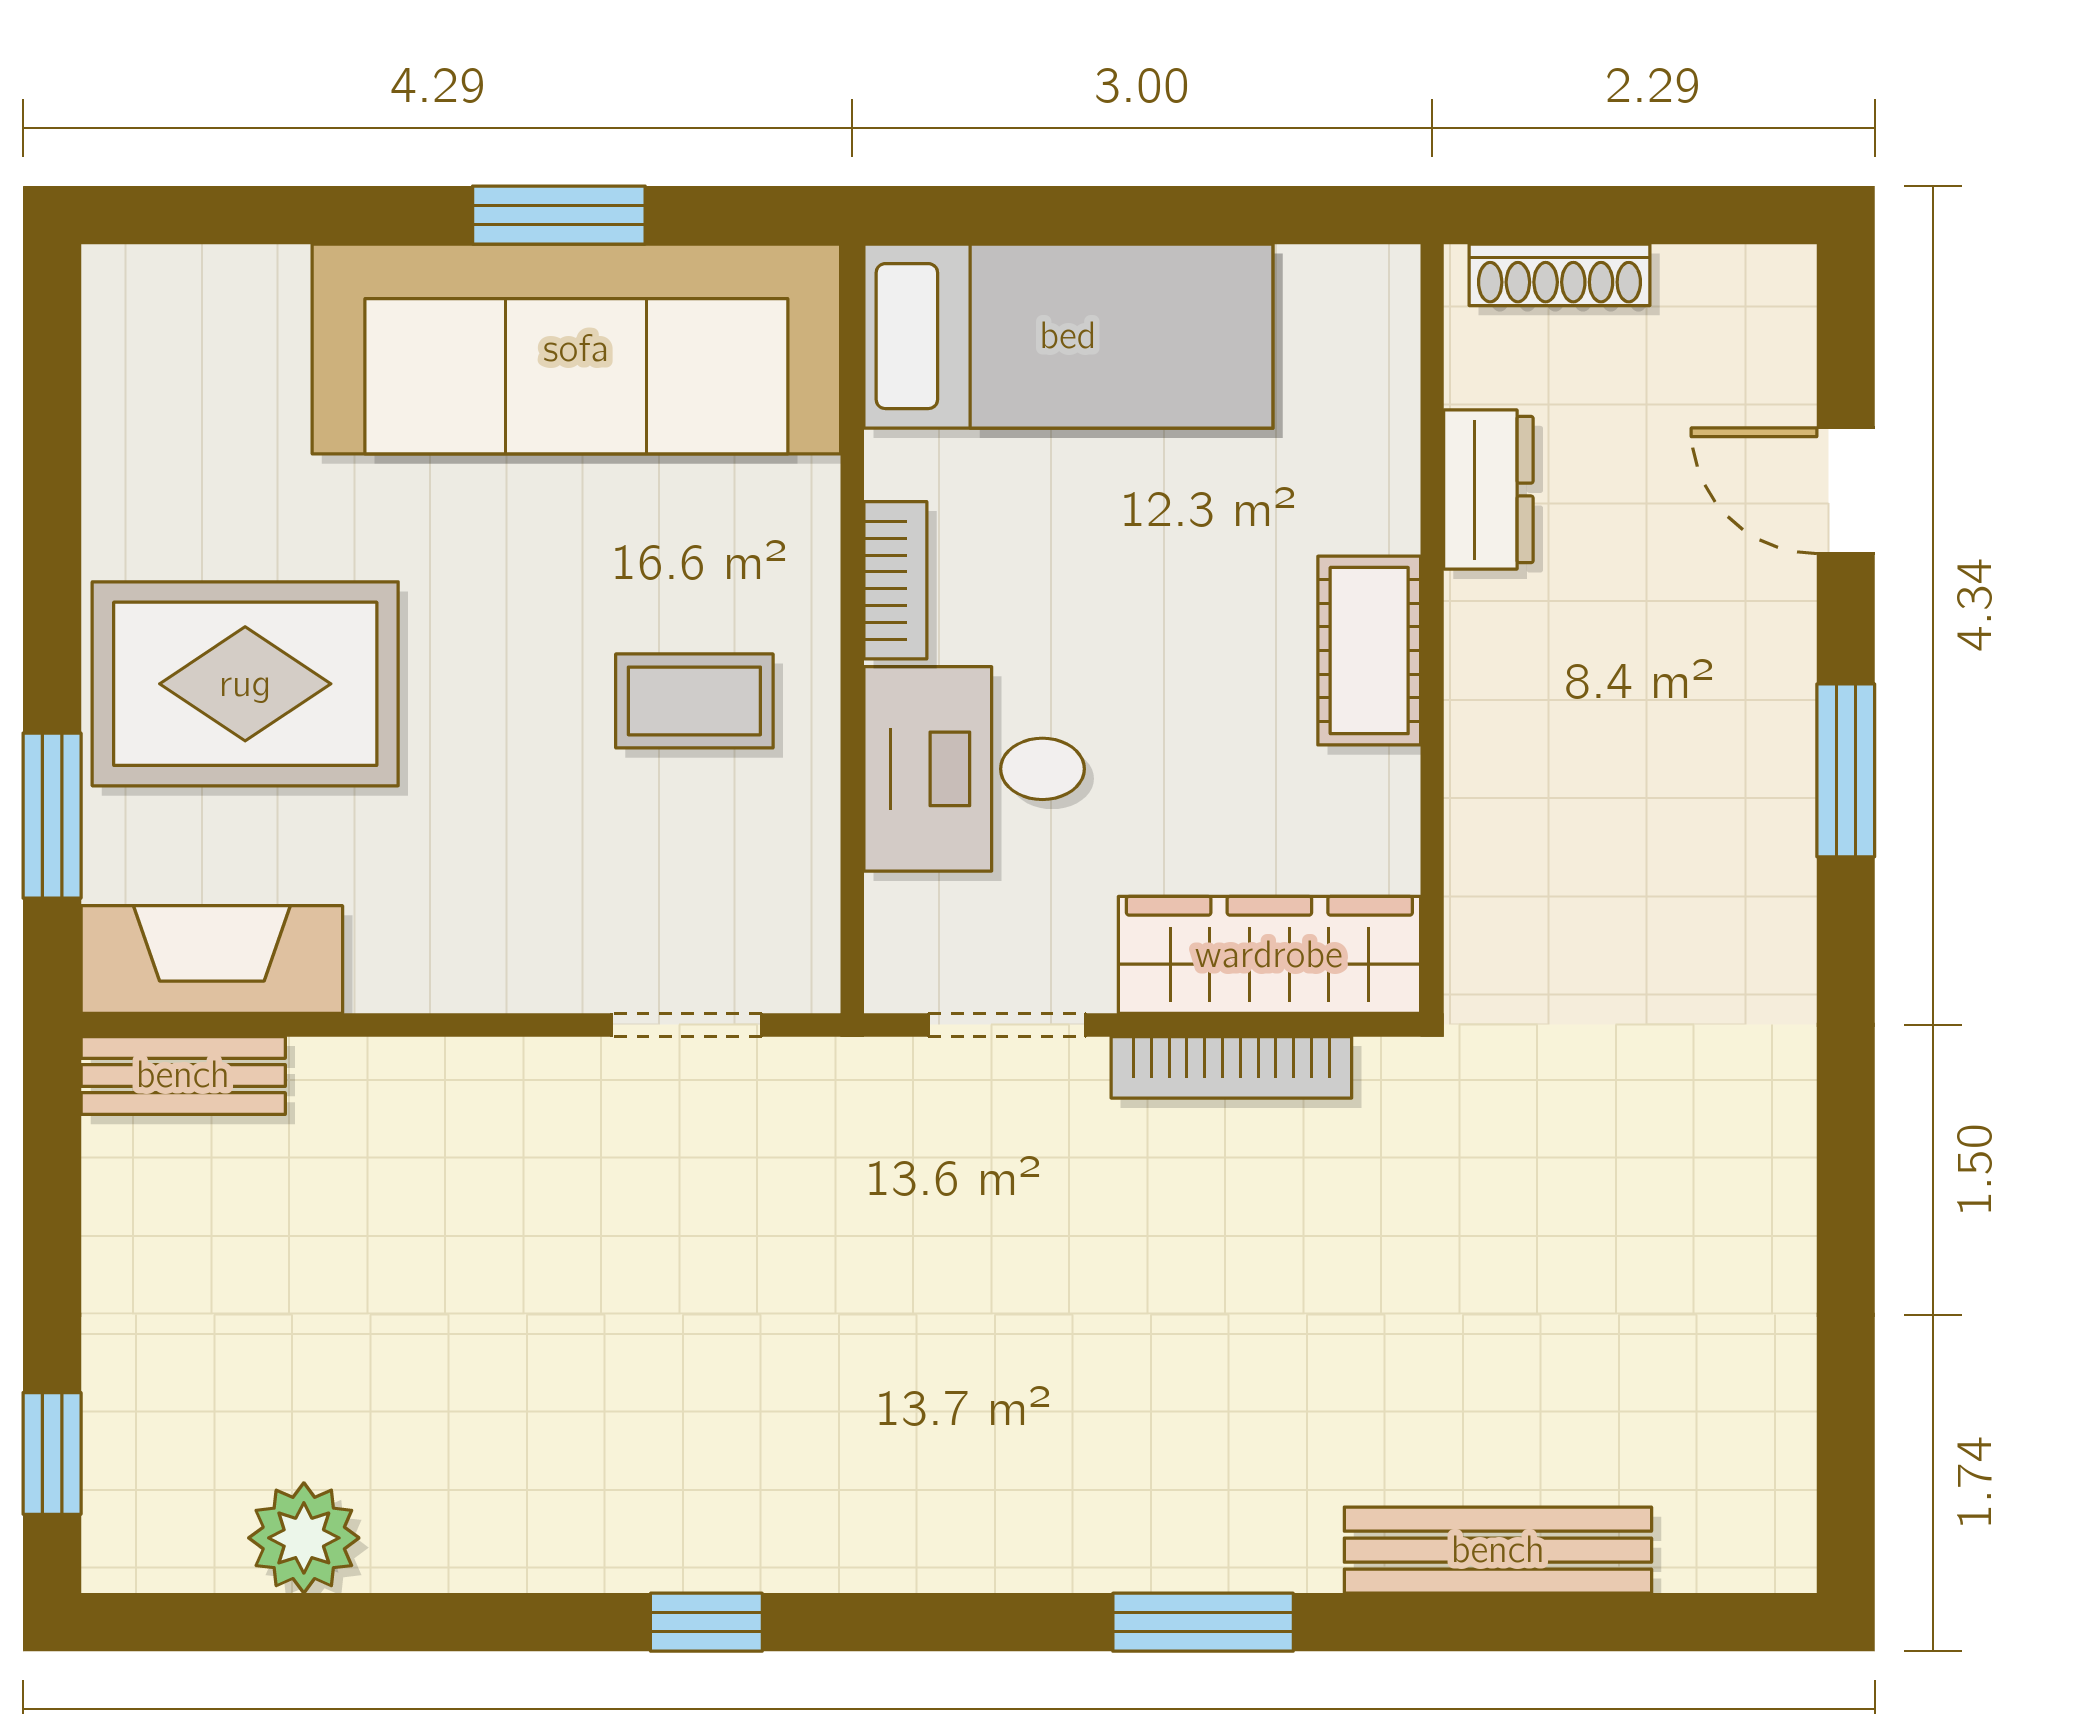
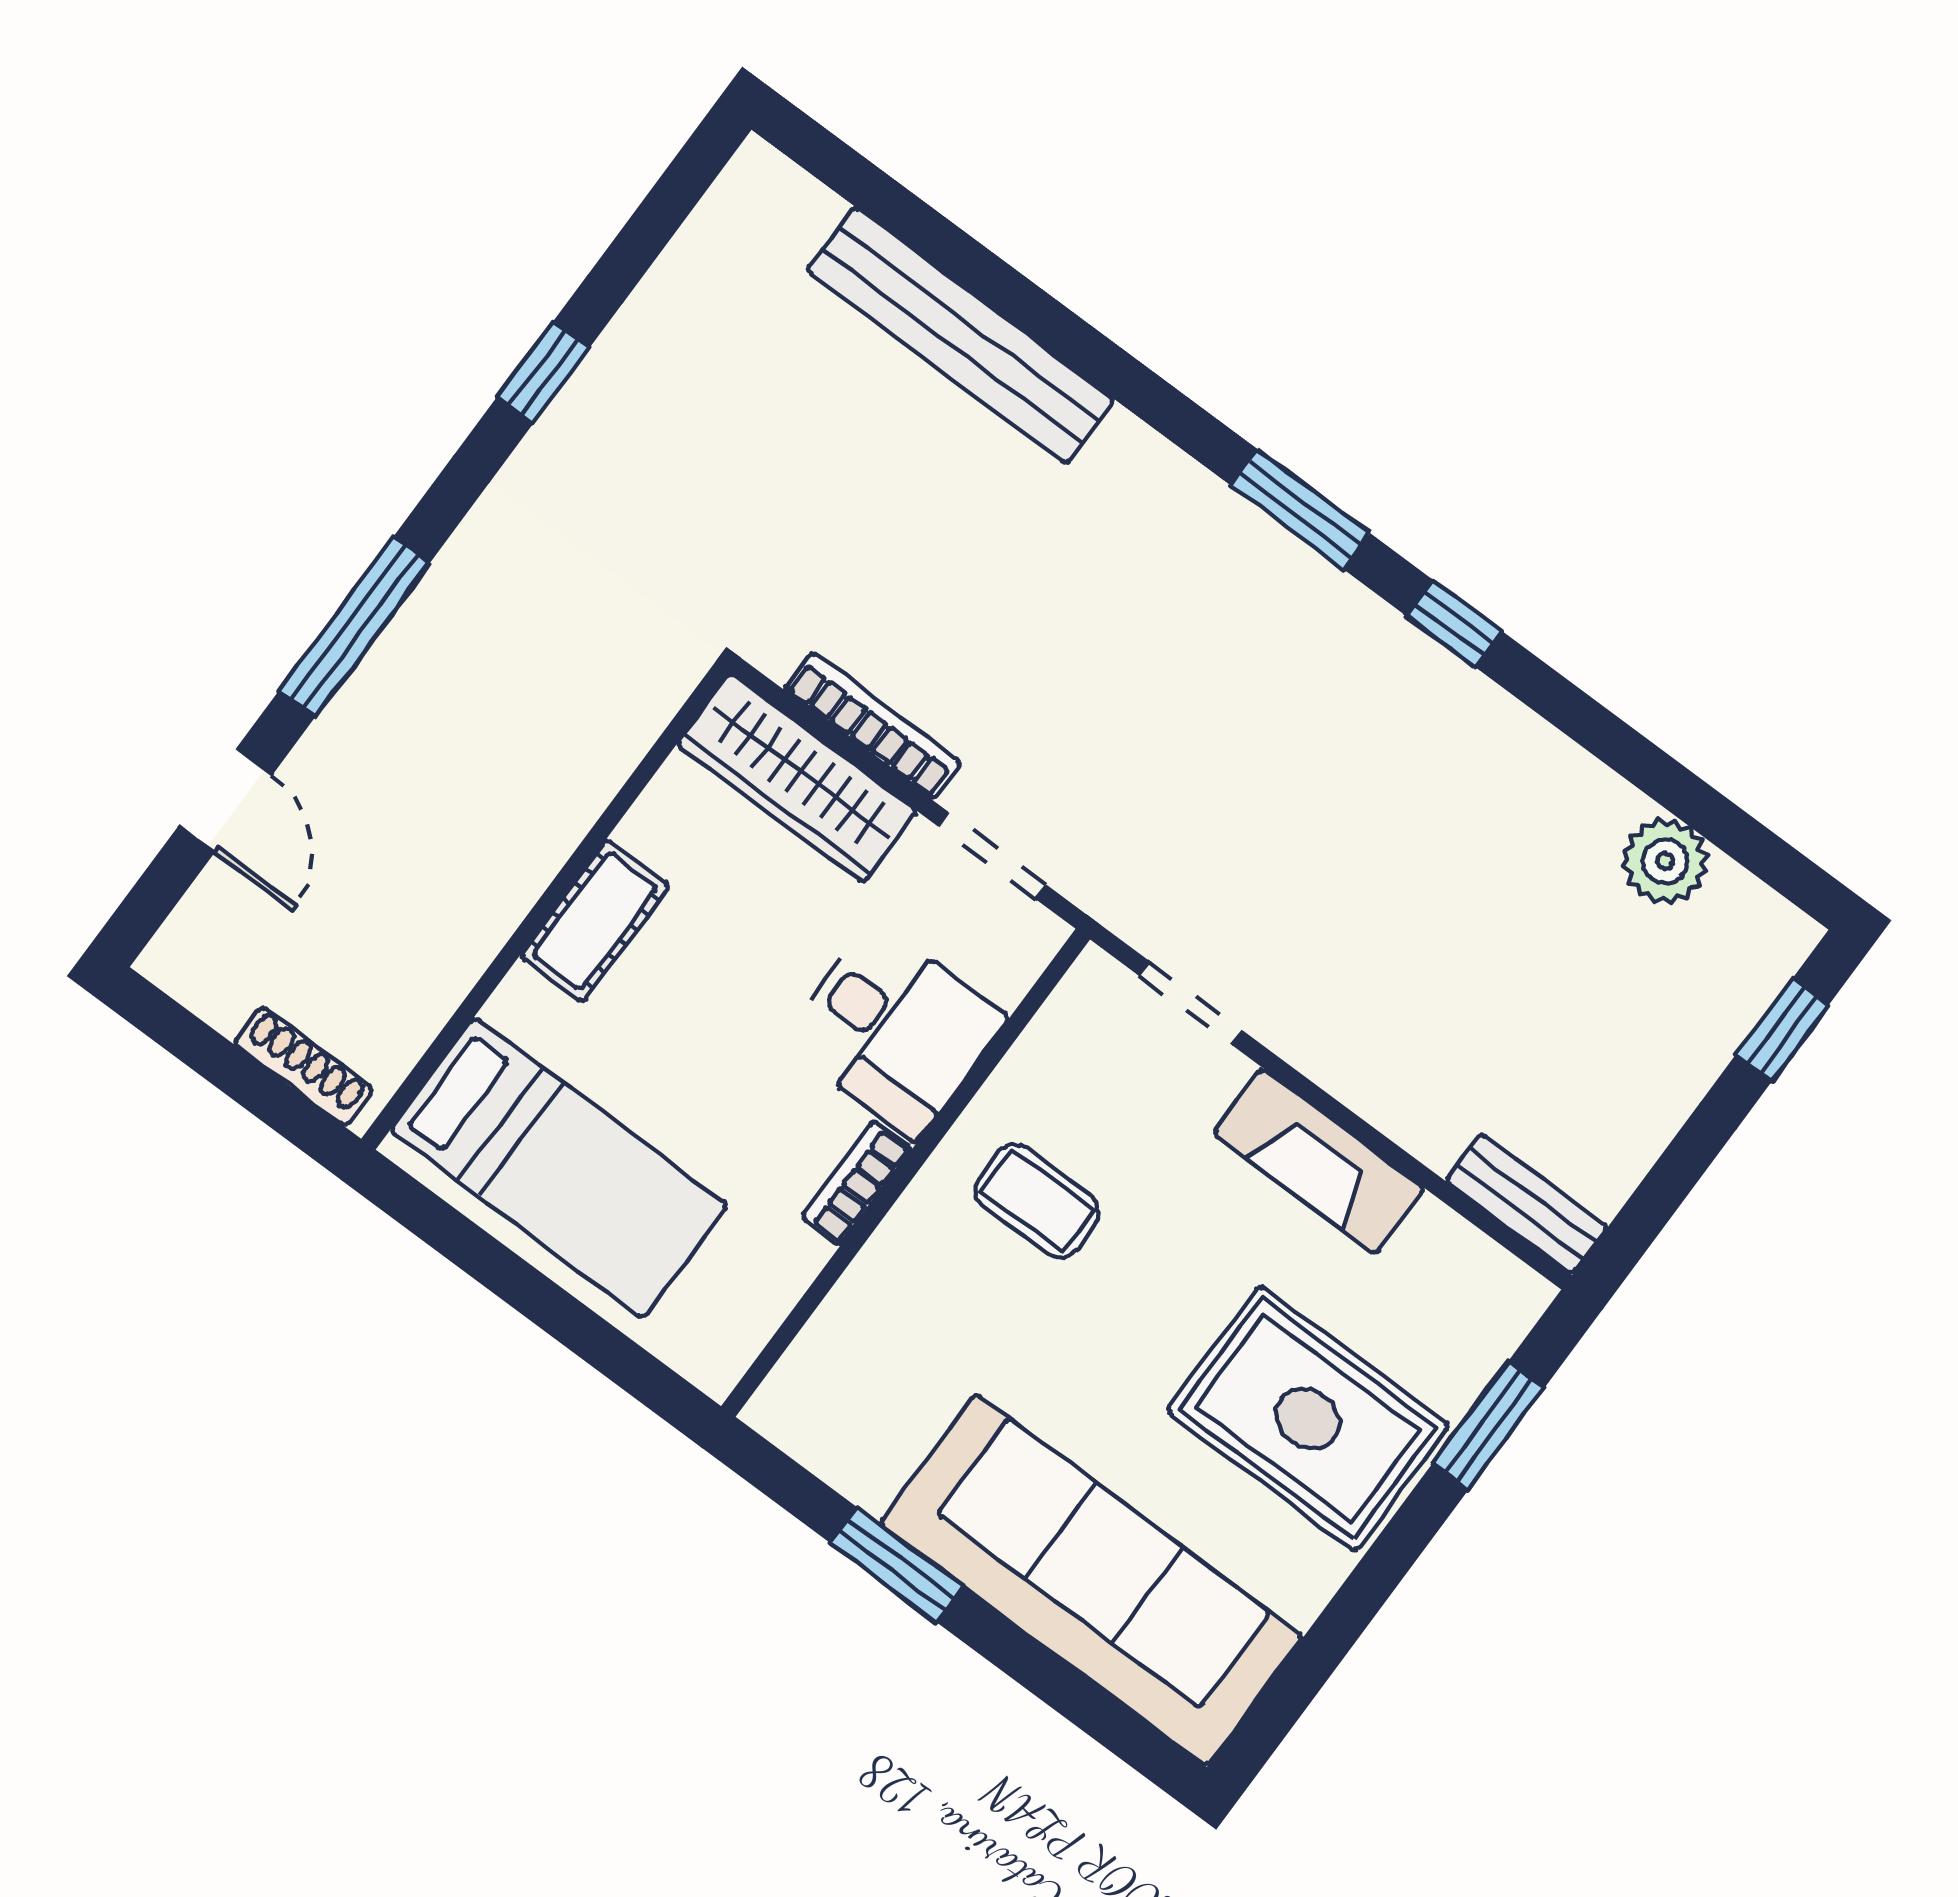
bed: (1068, 336) -> (559, 1168), moved, turned 180
sofa: (576, 349) -> (1091, 1580), moved
dresser: (1488, 490) -> (447, 966), removed
window: (1846, 770) -> (354, 627), width x1.44
fireplace: (212, 960) -> (1319, 1161), moved
window: (1846, 1180) -> (543, 372), added
bench: (1498, 1550) -> (960, 335), width x1.37, depth x1.21
window: (1203, 1622) -> (1301, 510), moved

